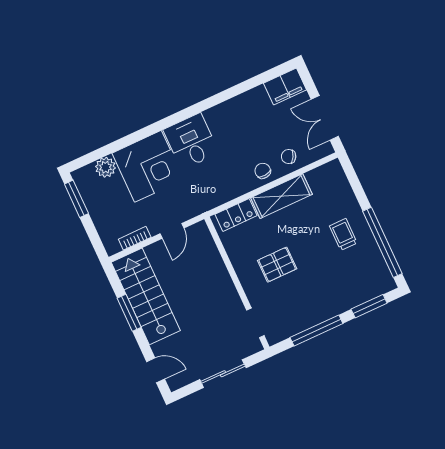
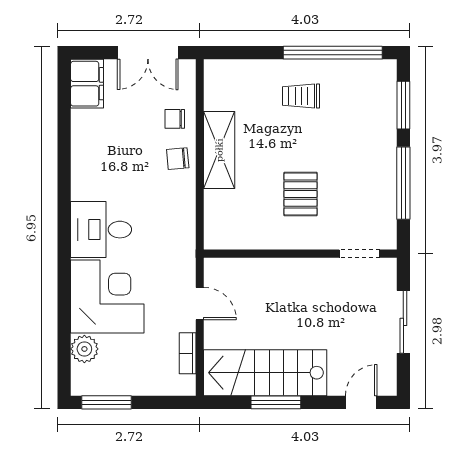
chair: (289, 157) -> (175, 119), turned 60
locker: (236, 215) -> (217, 216), removed

